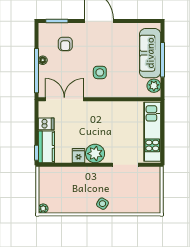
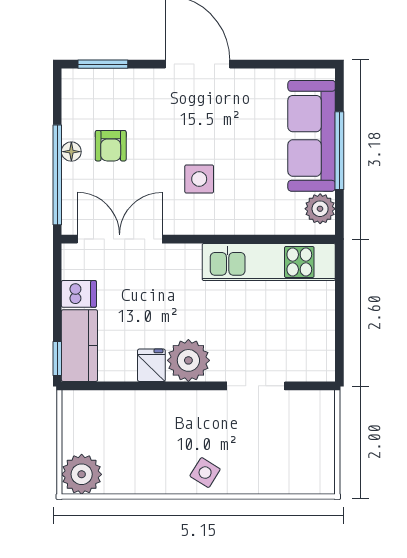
armchair: (65, 44) -> (111, 146), moved
kitchen unit: (152, 132) -> (269, 262), moved, turned -90
plant: (43, 209) -> (82, 474), width x1.87, depth x1.87

